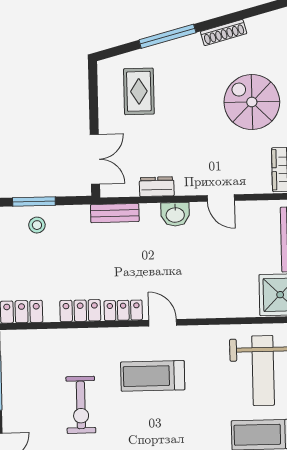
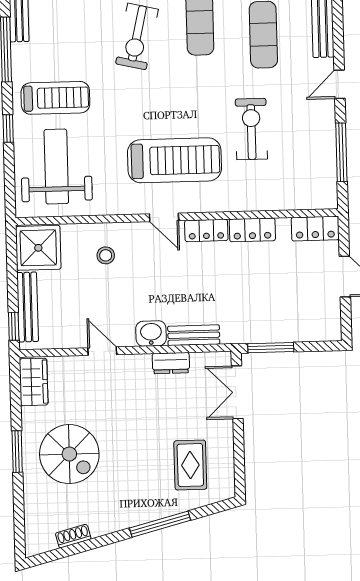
shoe rack: (224, 33) -> (73, 536), moved, width x0.70
window: (34, 201) -> (271, 348), moved
bench: (115, 213) -> (194, 335), moved
stool: (37, 225) -> (106, 255), moved
treadmill: (153, 376) -> (174, 160), width x1.37, depth x1.38

